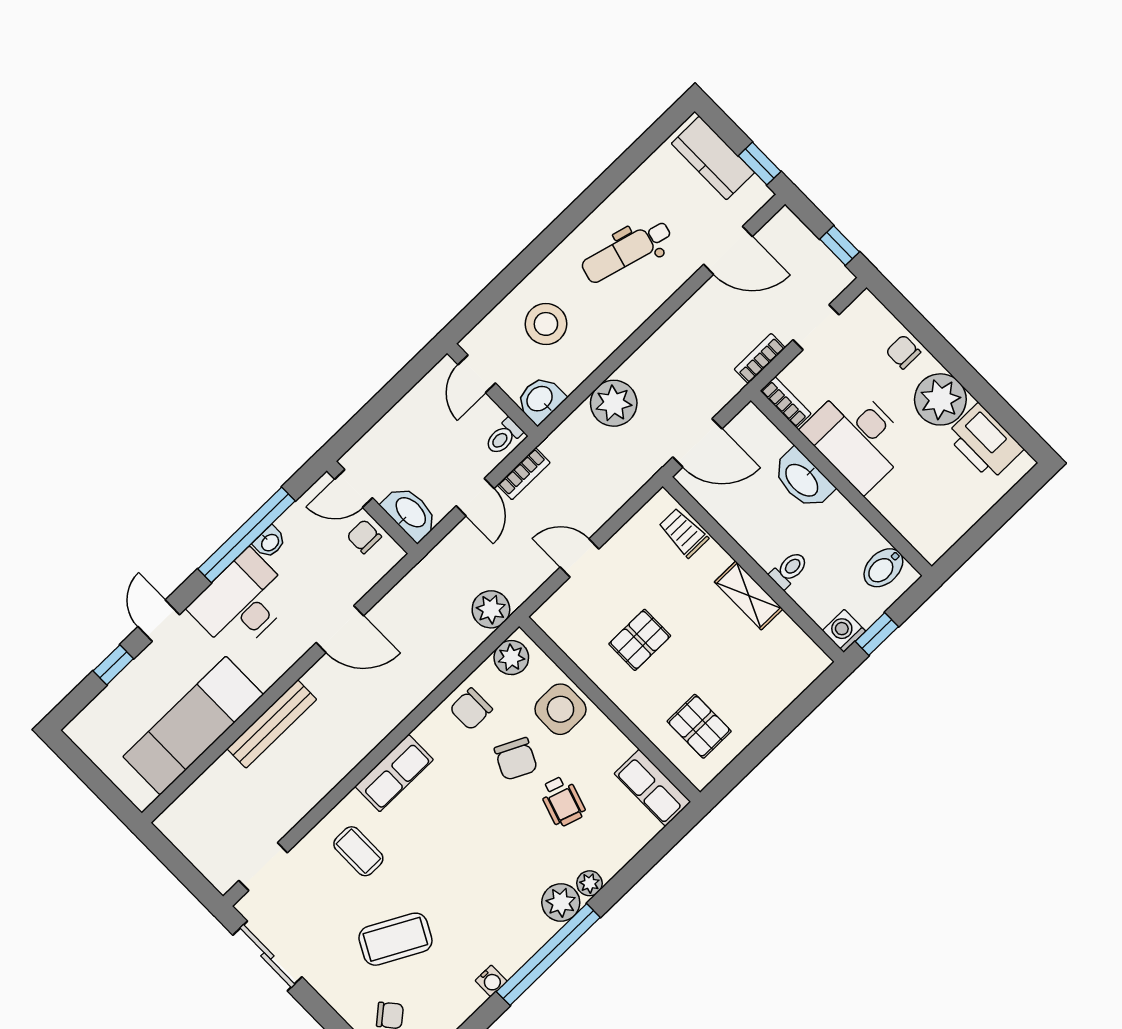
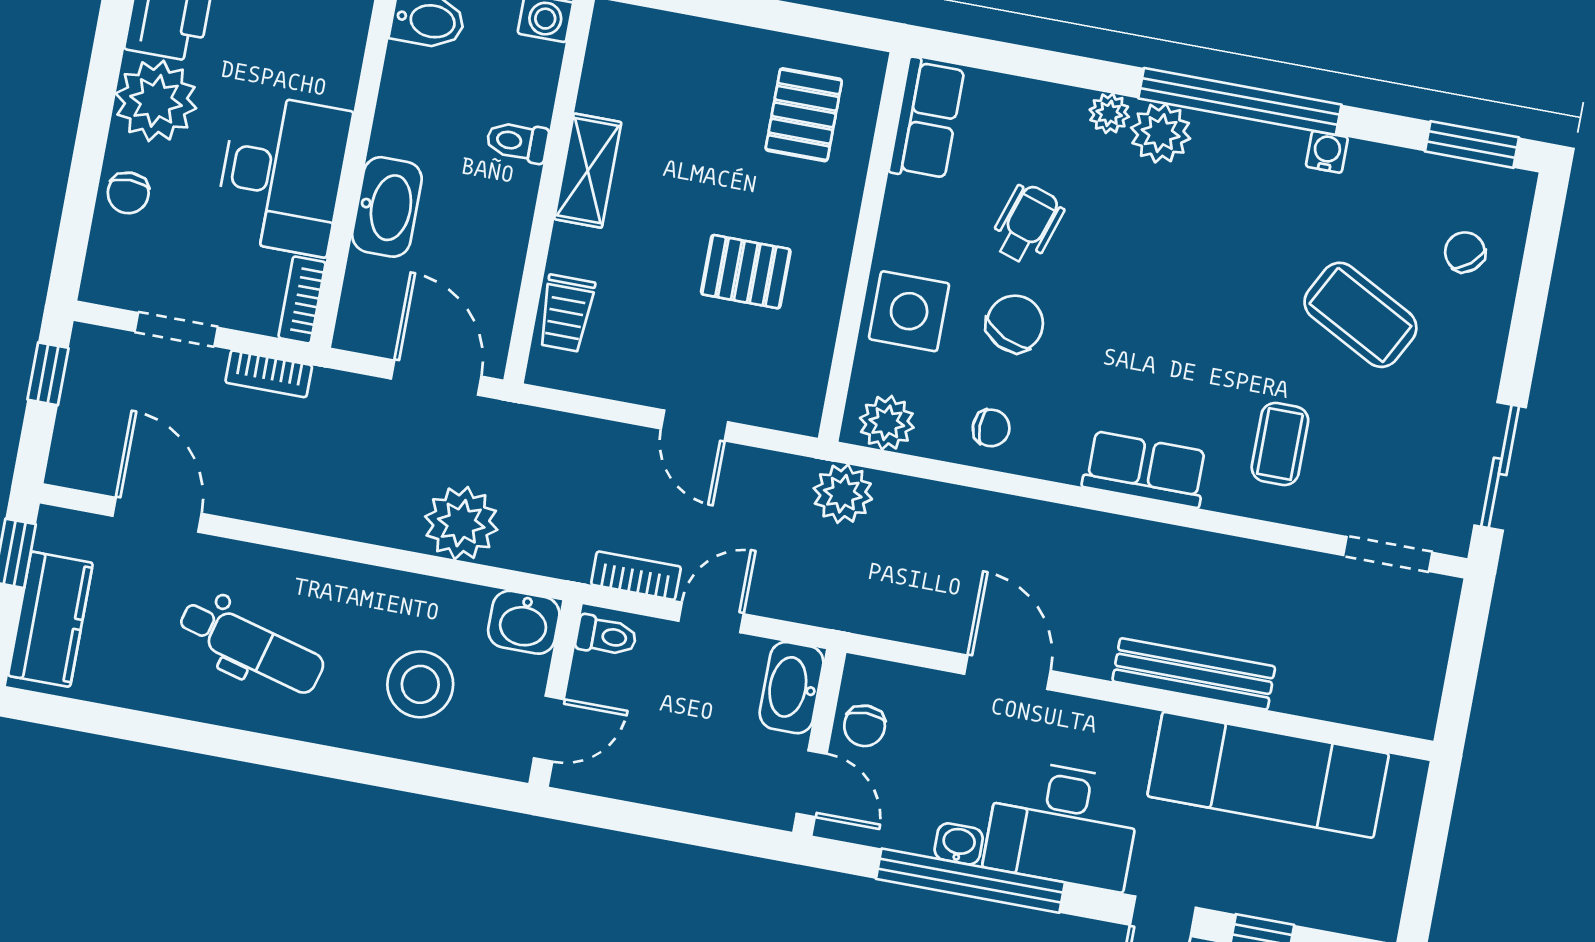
chair: (471, 709) -> (991, 428), width x0.73, depth x0.73

